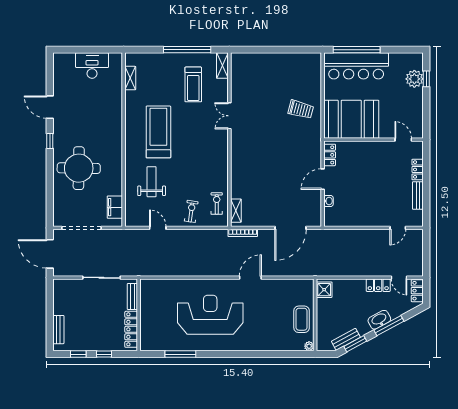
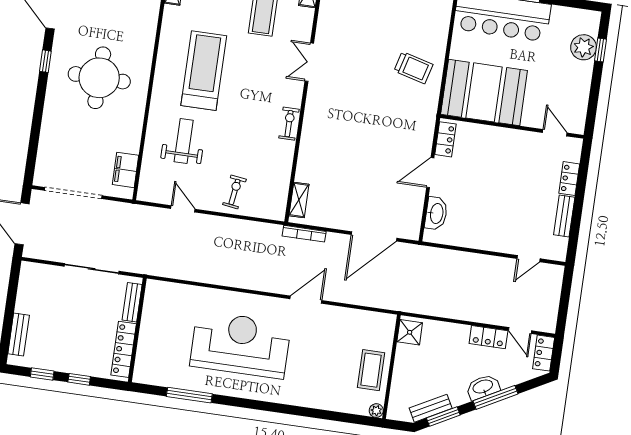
round table: (79, 168) -> (99, 78), moved
washbasin: (328, 201) -> (436, 213), width x1.91, depth x1.45
exercise bike: (217, 203) -> (289, 124), moved

